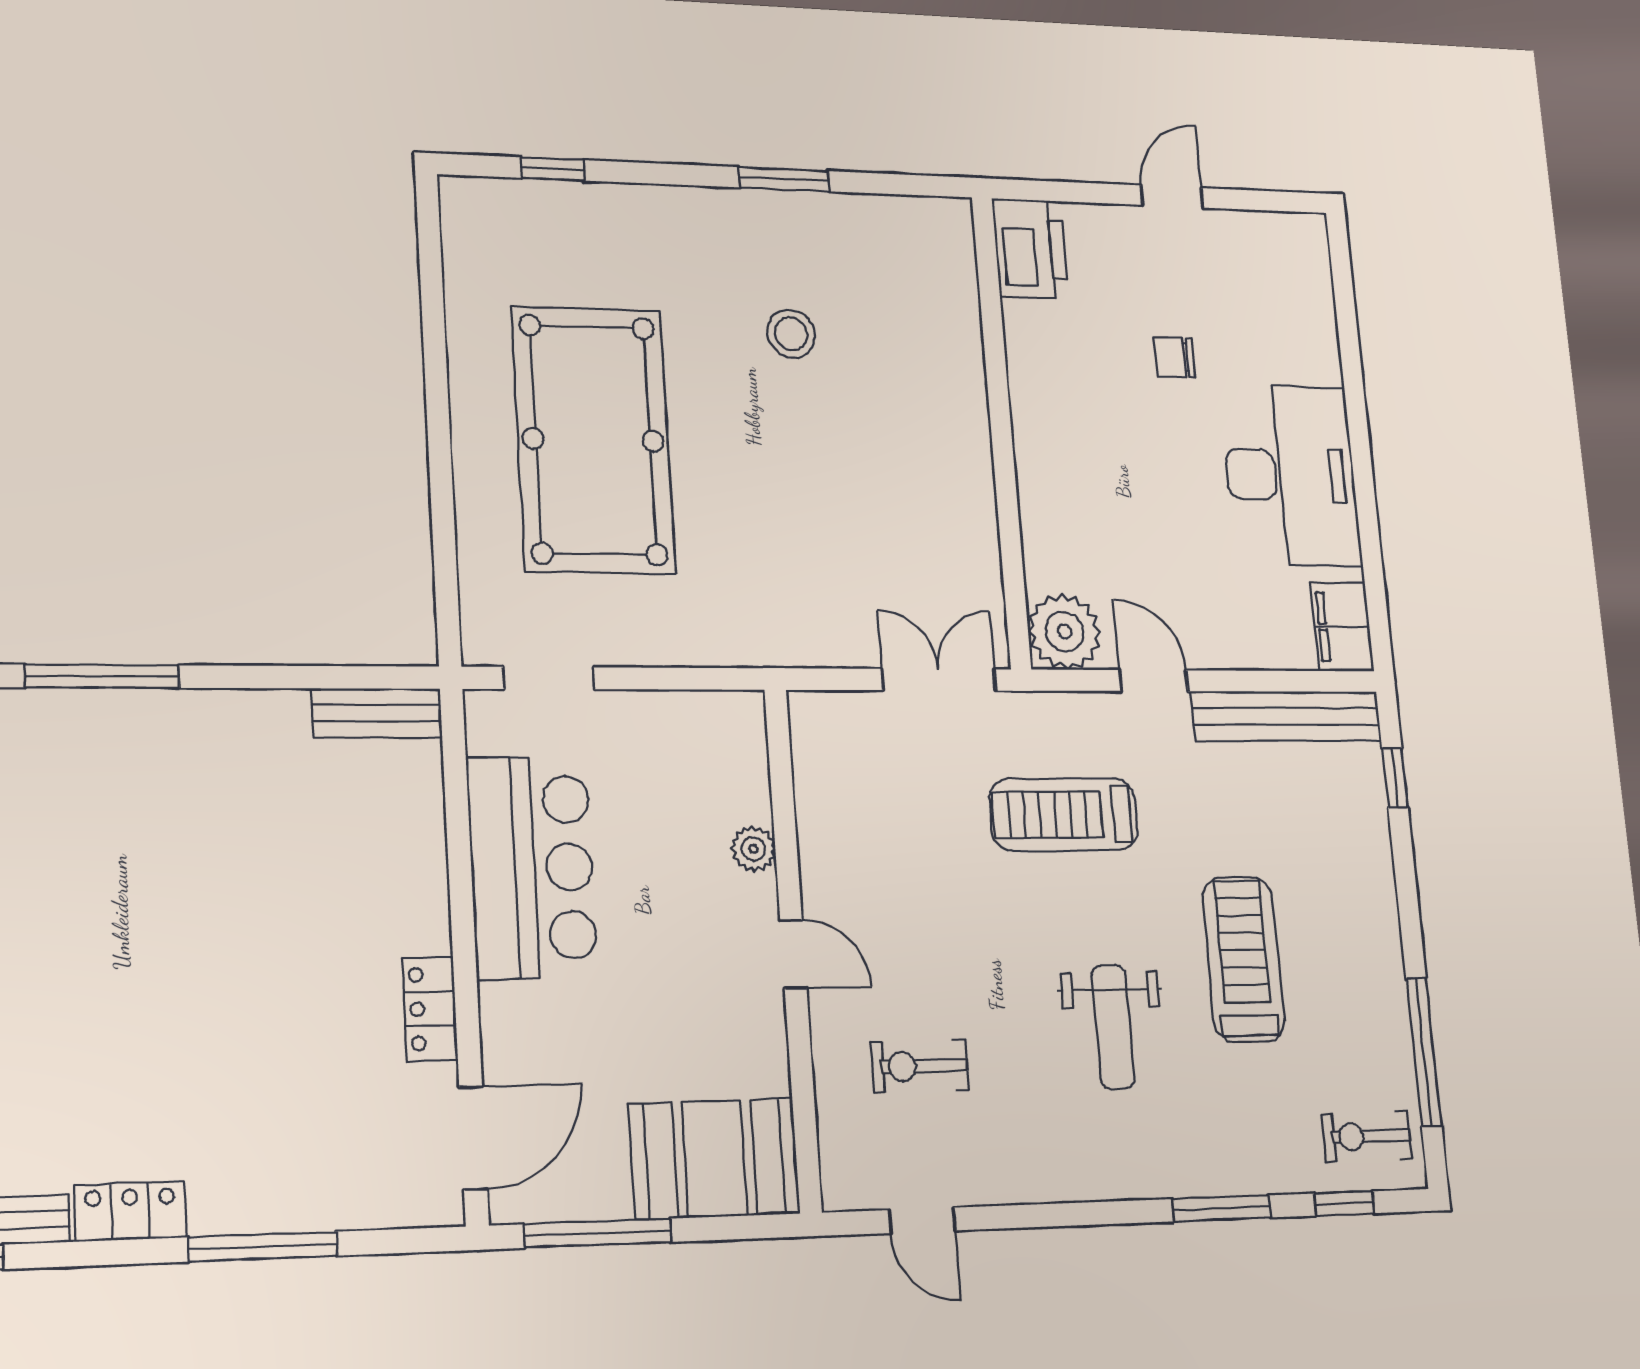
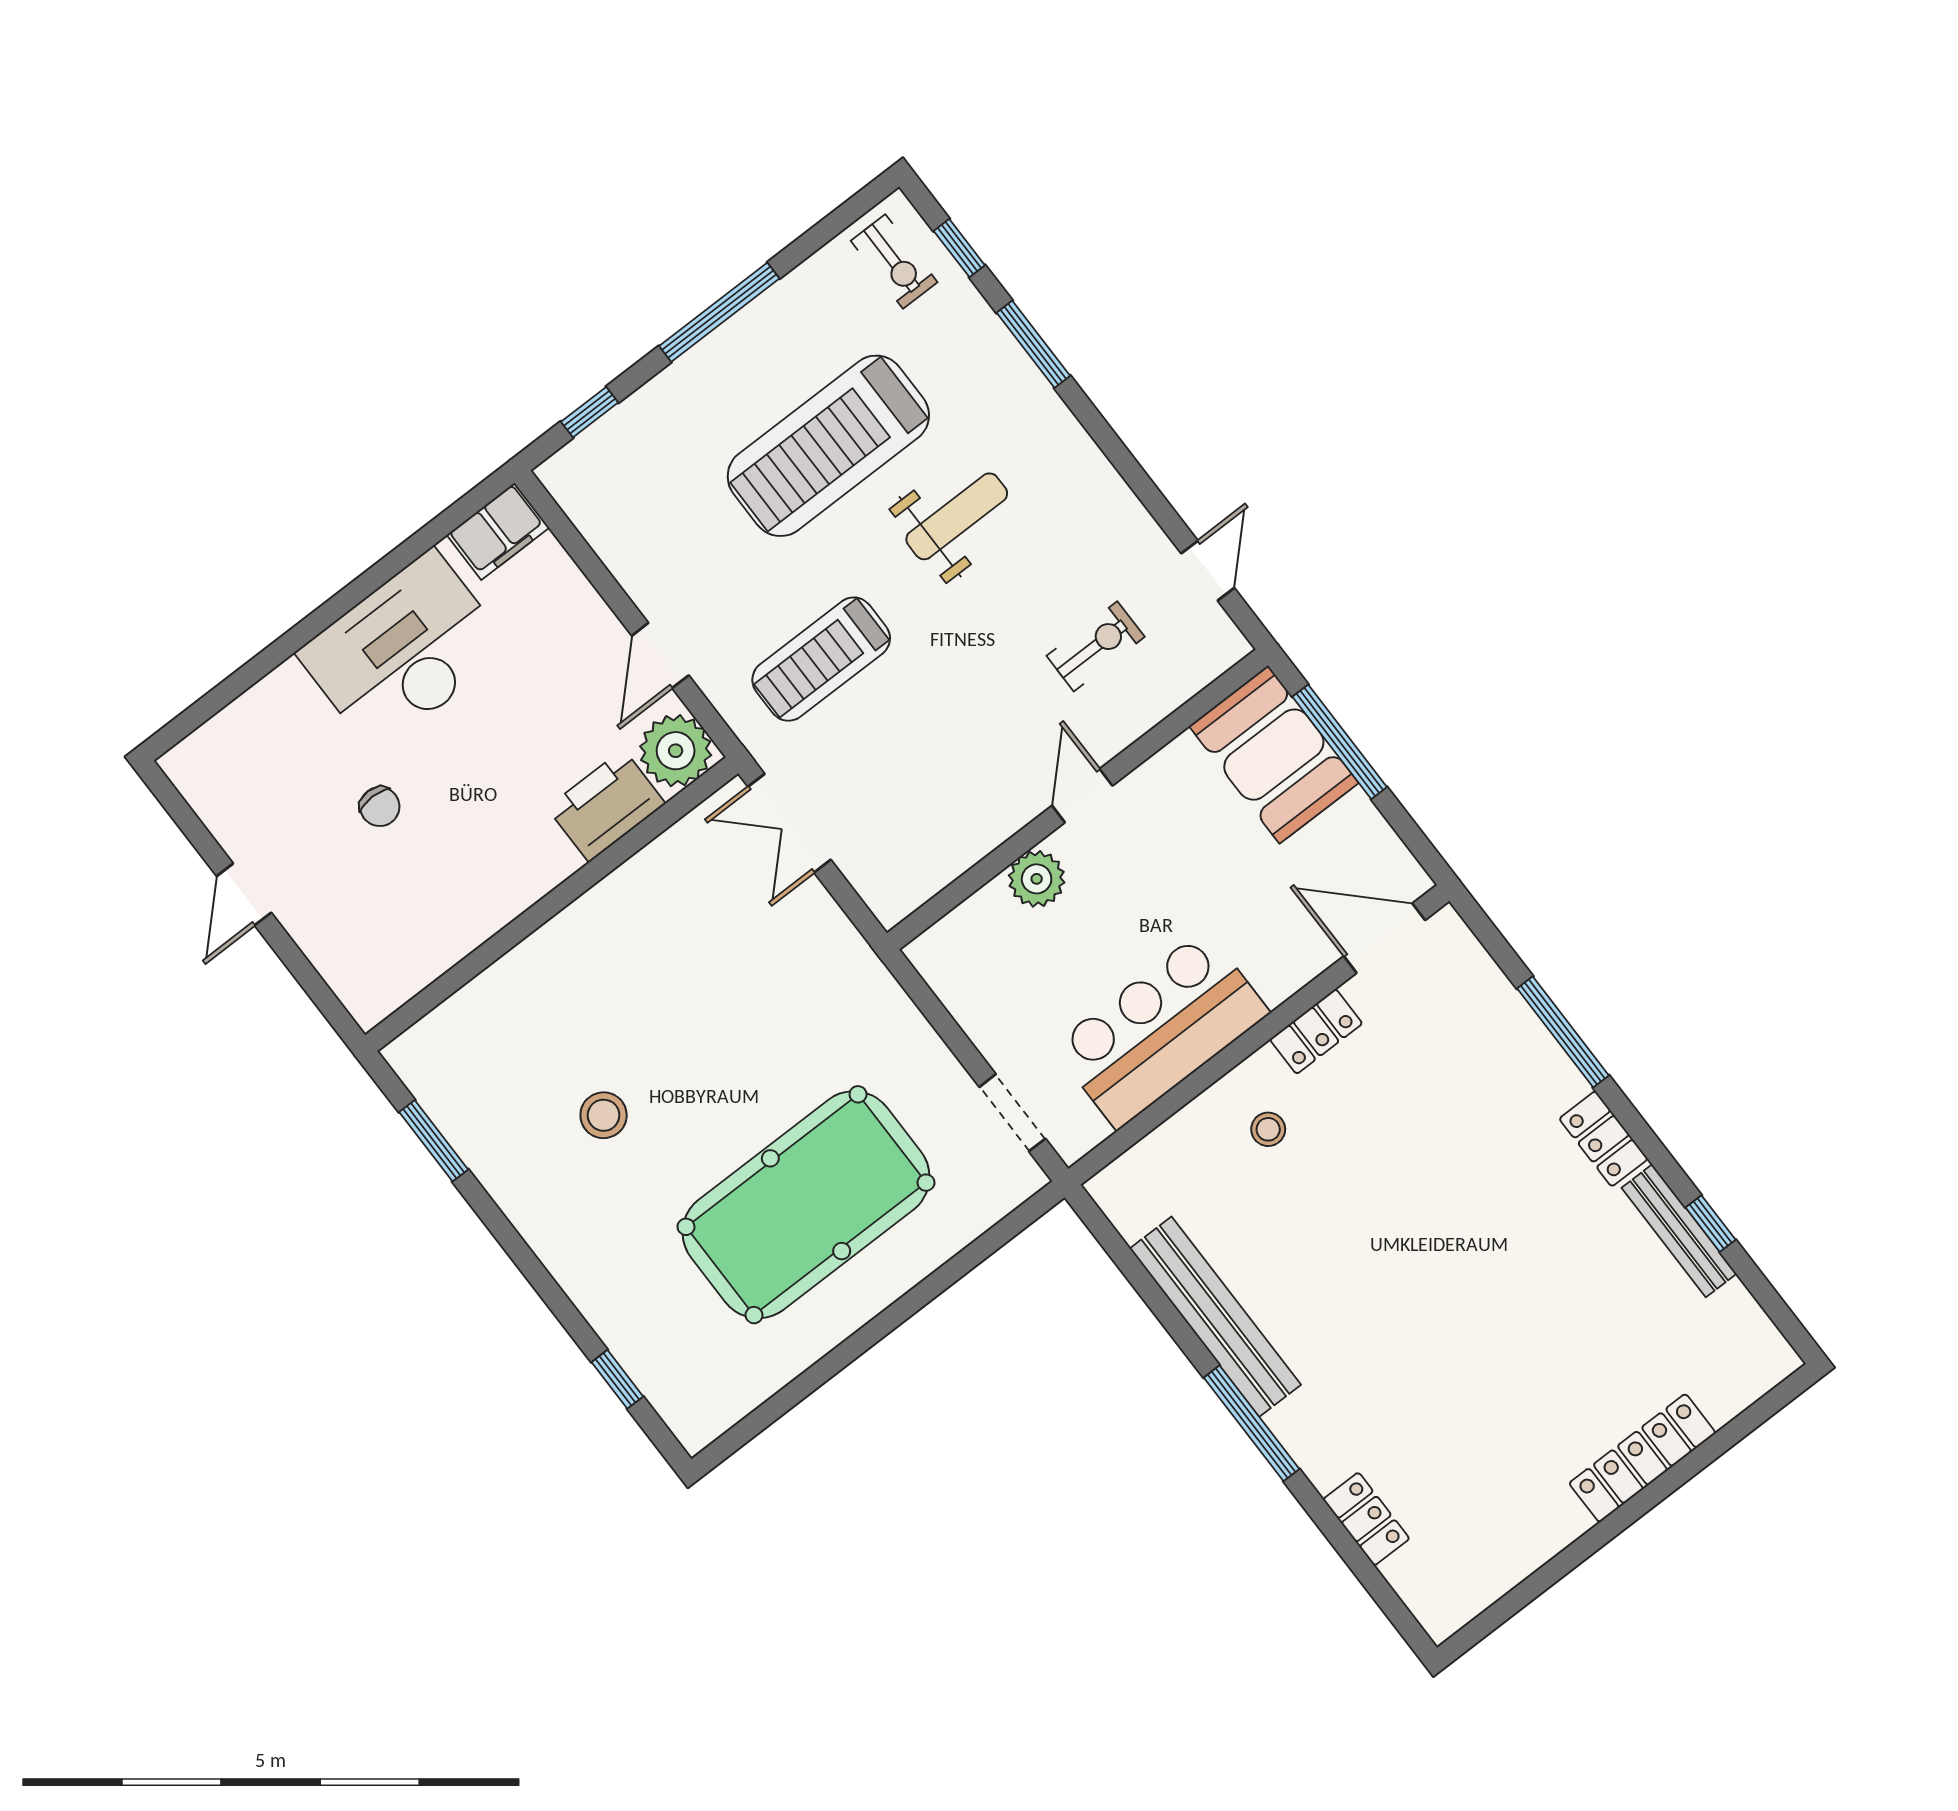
window: (784, 179) -> (434, 1141), moved
door: (1172, 196) -> (244, 894), hinge flipped
printer: (1030, 249) -> (606, 806), moved
bench: (377, 713) -> (1215, 1317), moved, width x1.86, depth x1.21
bench: (1287, 716) -> (607, 531), removed
treadmill: (1064, 815) -> (821, 659), turned 90
plant: (753, 849) -> (1037, 879), width x1.38, depth x1.38
stool: (369, 897) -> (1268, 1129), added
treadmill: (1243, 959) -> (828, 446), width x1.37, depth x1.38
window: (1424, 1052) -> (719, 312), moved
exercise bike: (920, 1066) -> (1096, 646), turned -90
window: (598, 1233) -> (1340, 742), moved

